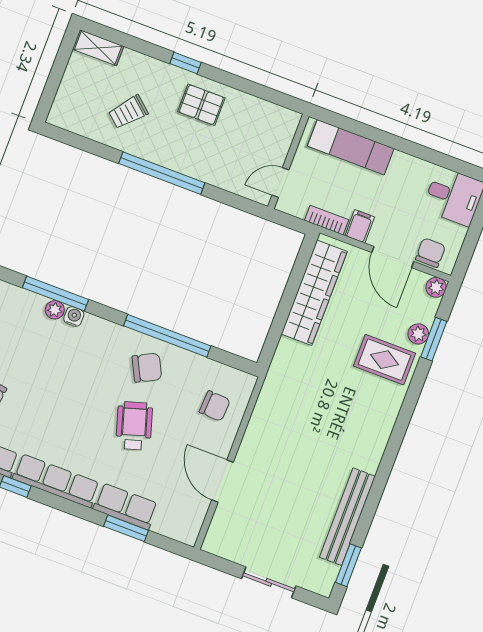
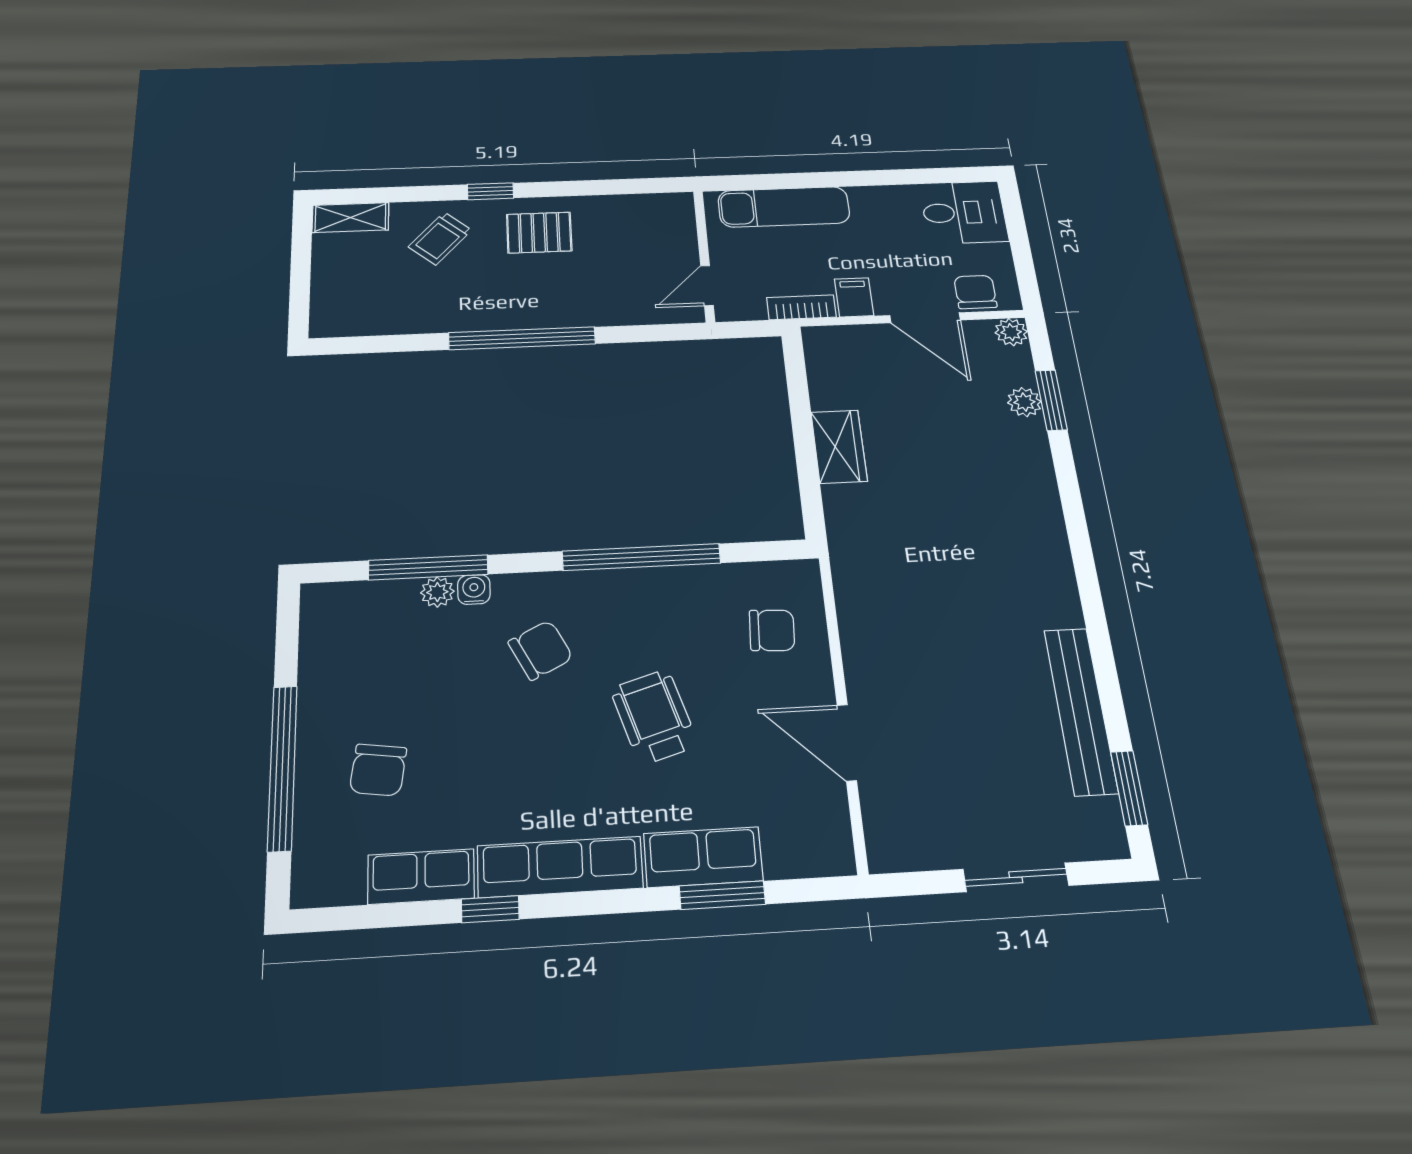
trolley: (128, 112) -> (440, 238), moved
wardrobe: (314, 293) -> (839, 446), width x0.48, depth x0.85
rug: (385, 360) -> (997, 456), removed
chair: (147, 368) -> (541, 650), moved

